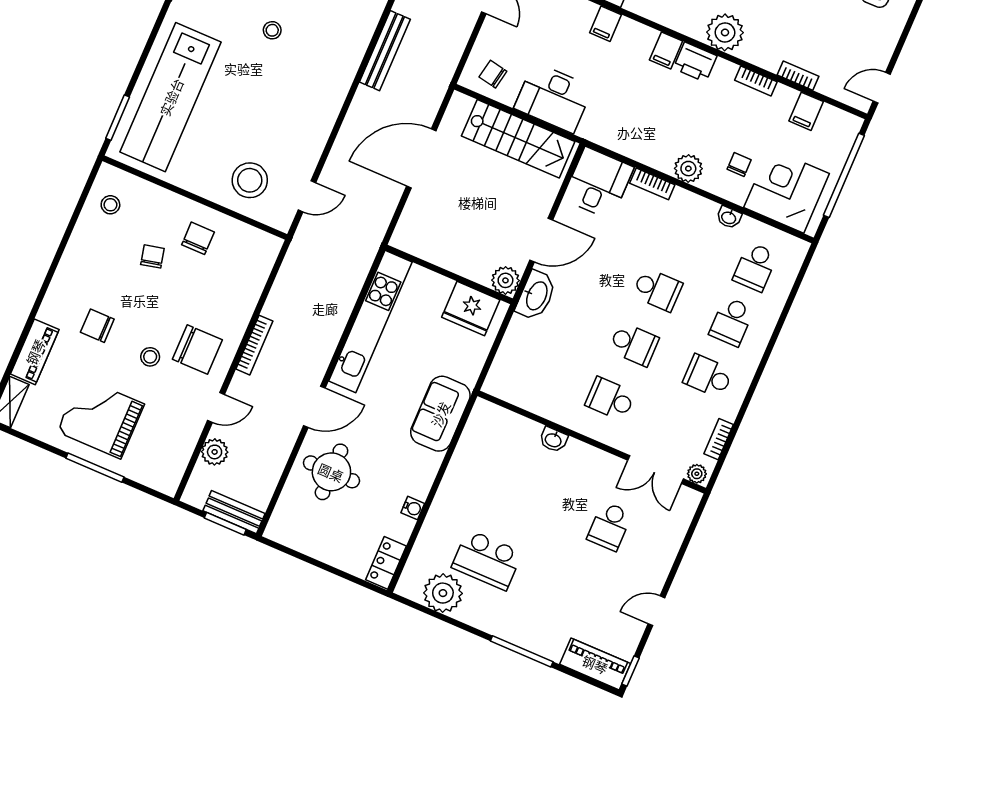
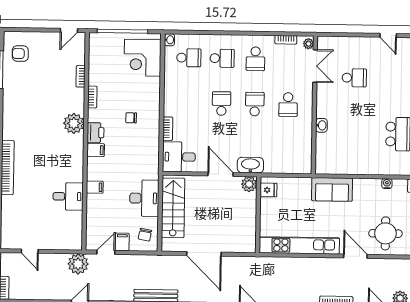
door: (882, 88) -> (69, 30), hinge flipped
filing cabinet: (806, 111) -> (122, 242), moved, turned -90
chair: (739, 165) -> (131, 118), moved
plant: (688, 169) -> (152, 113), removed
washbasin: (729, 217) -> (169, 40), moved
fridge: (471, 309) -> (268, 190), width x0.53, depth x0.75

